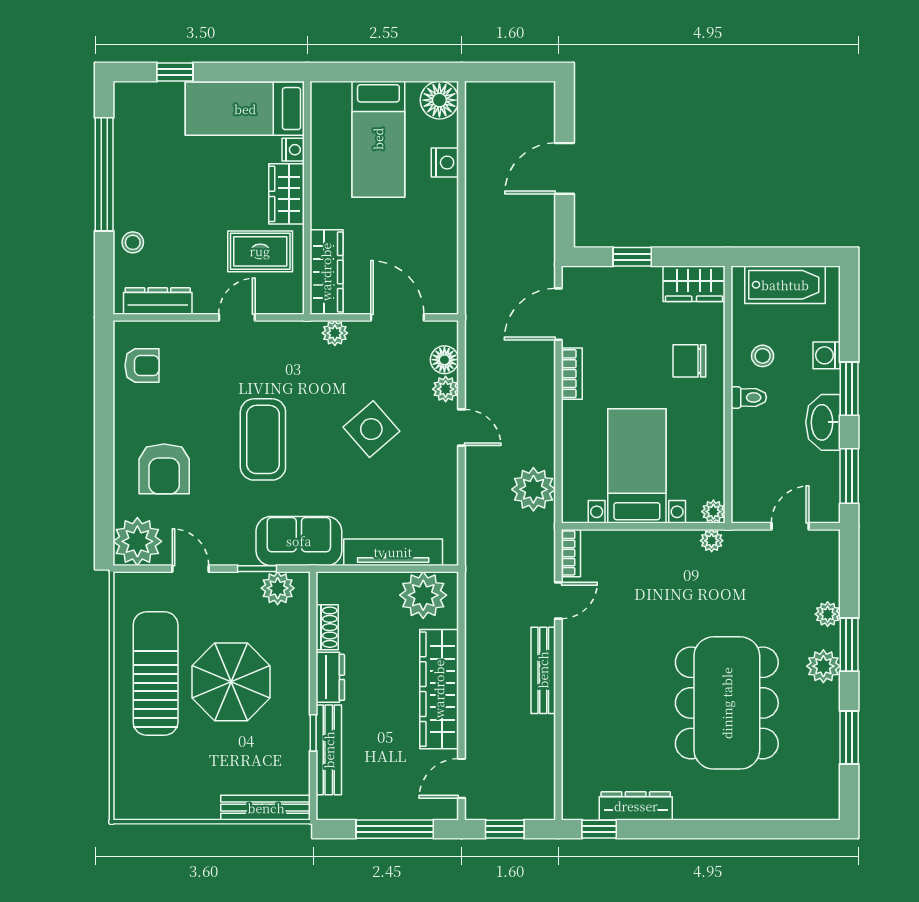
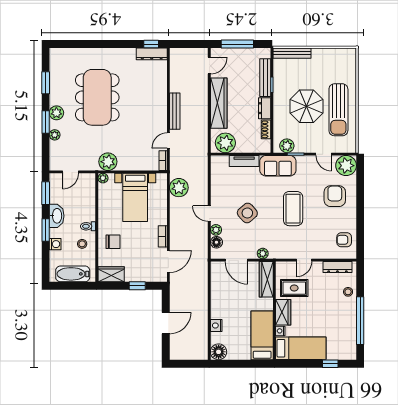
bed: (378, 139) -> (262, 335), moved
plant: (712, 541) -> (108, 162), width x1.88, depth x1.88
tv unit: (393, 552) -> (244, 161), width x0.71
dresser: (636, 806) -> (152, 54), moved
window: (505, 829) -> (191, 44), removed

